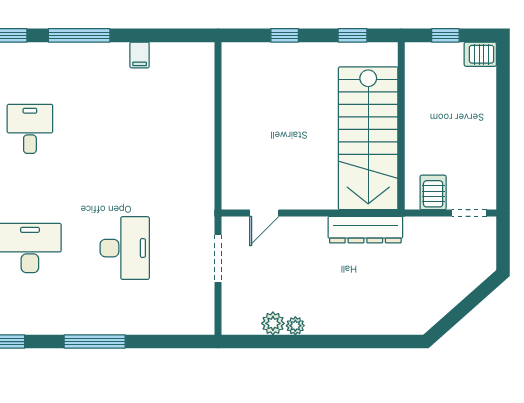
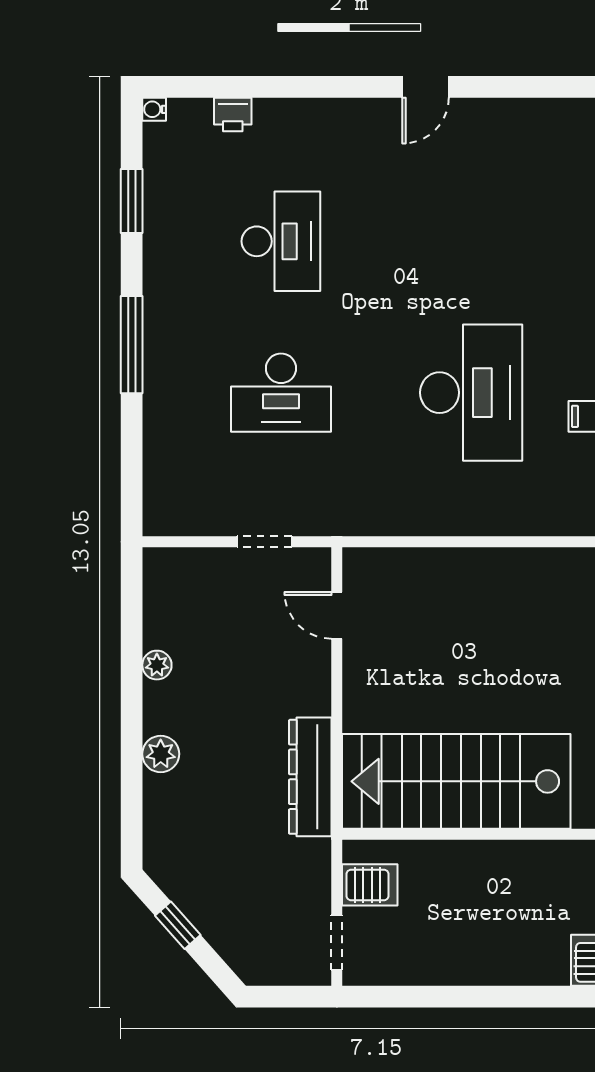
desk: (30, 129) -> (471, 393), moved, width x1.87, depth x1.30
doorway: (218, 259) -> (264, 542), width x0.73
window: (458, 313) -> (178, 925), added
plant: (273, 323) -> (161, 754), moved

